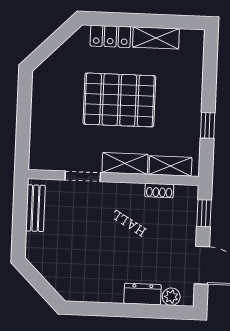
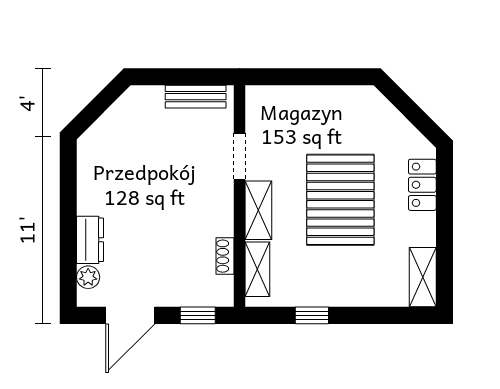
shelving: (156, 38) -> (423, 277), moved

